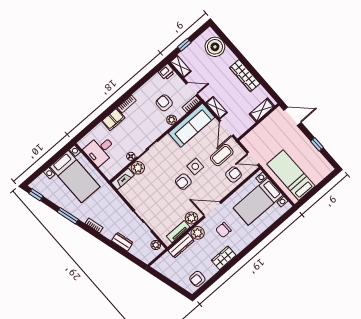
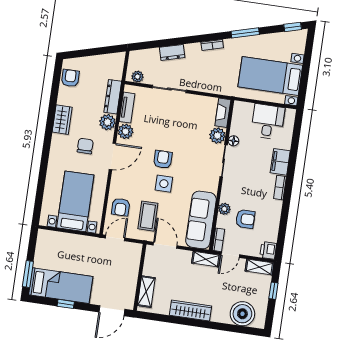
shelving: (217, 108) -> (206, 259), moved
bed: (291, 175) -> (61, 286), moved
window: (324, 182) -> (28, 274), added

